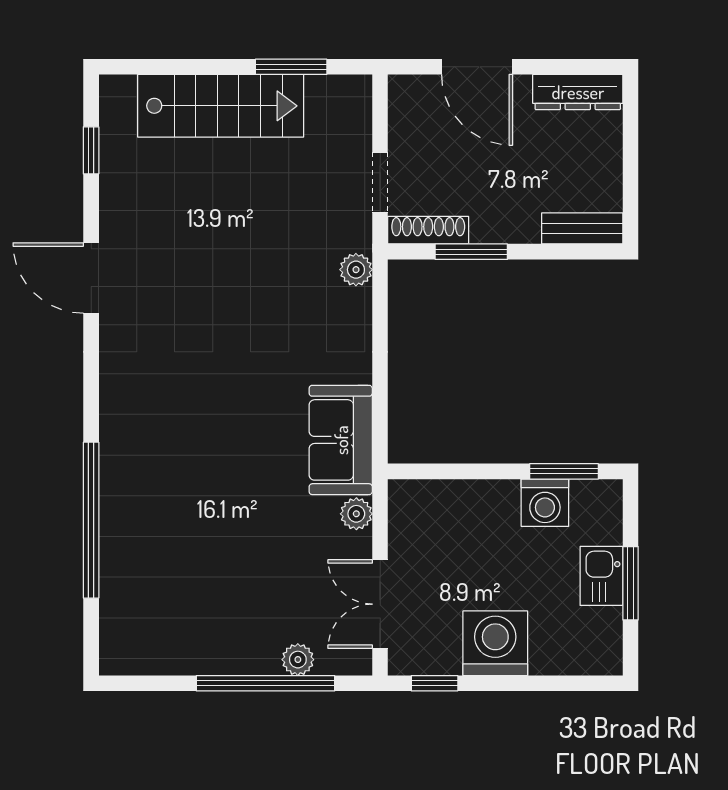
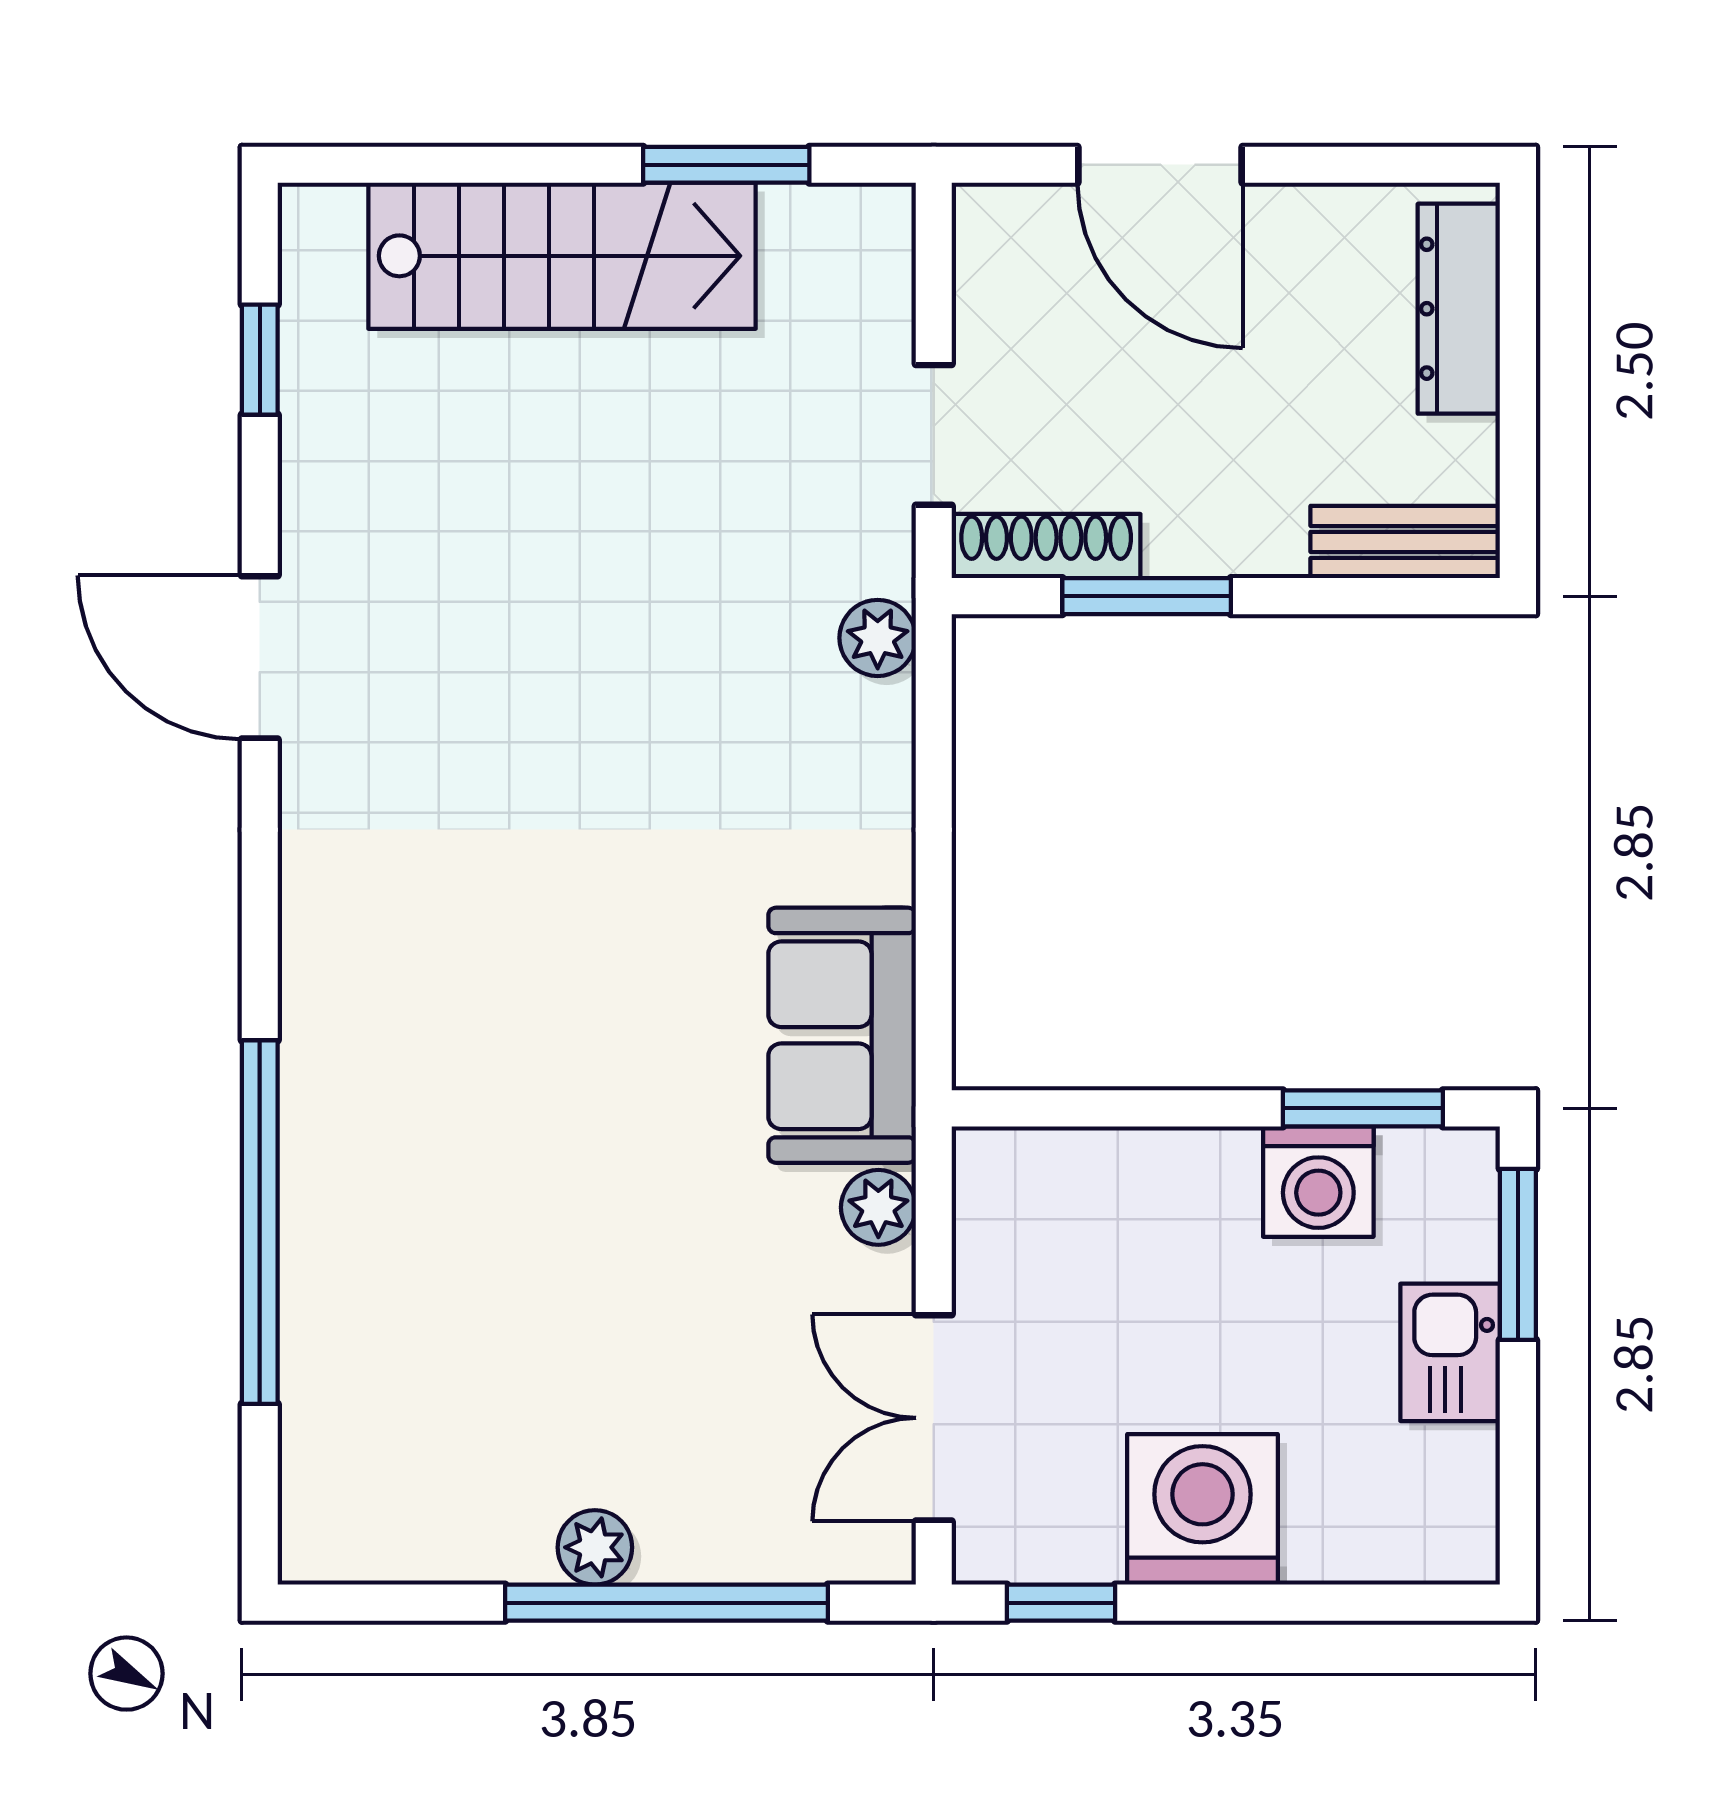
dresser: (578, 92) -> (1459, 309), moved, turned 90
window: (630, 583) -> (1518, 1254), moved
plant: (298, 660) -> (595, 1547), moved

